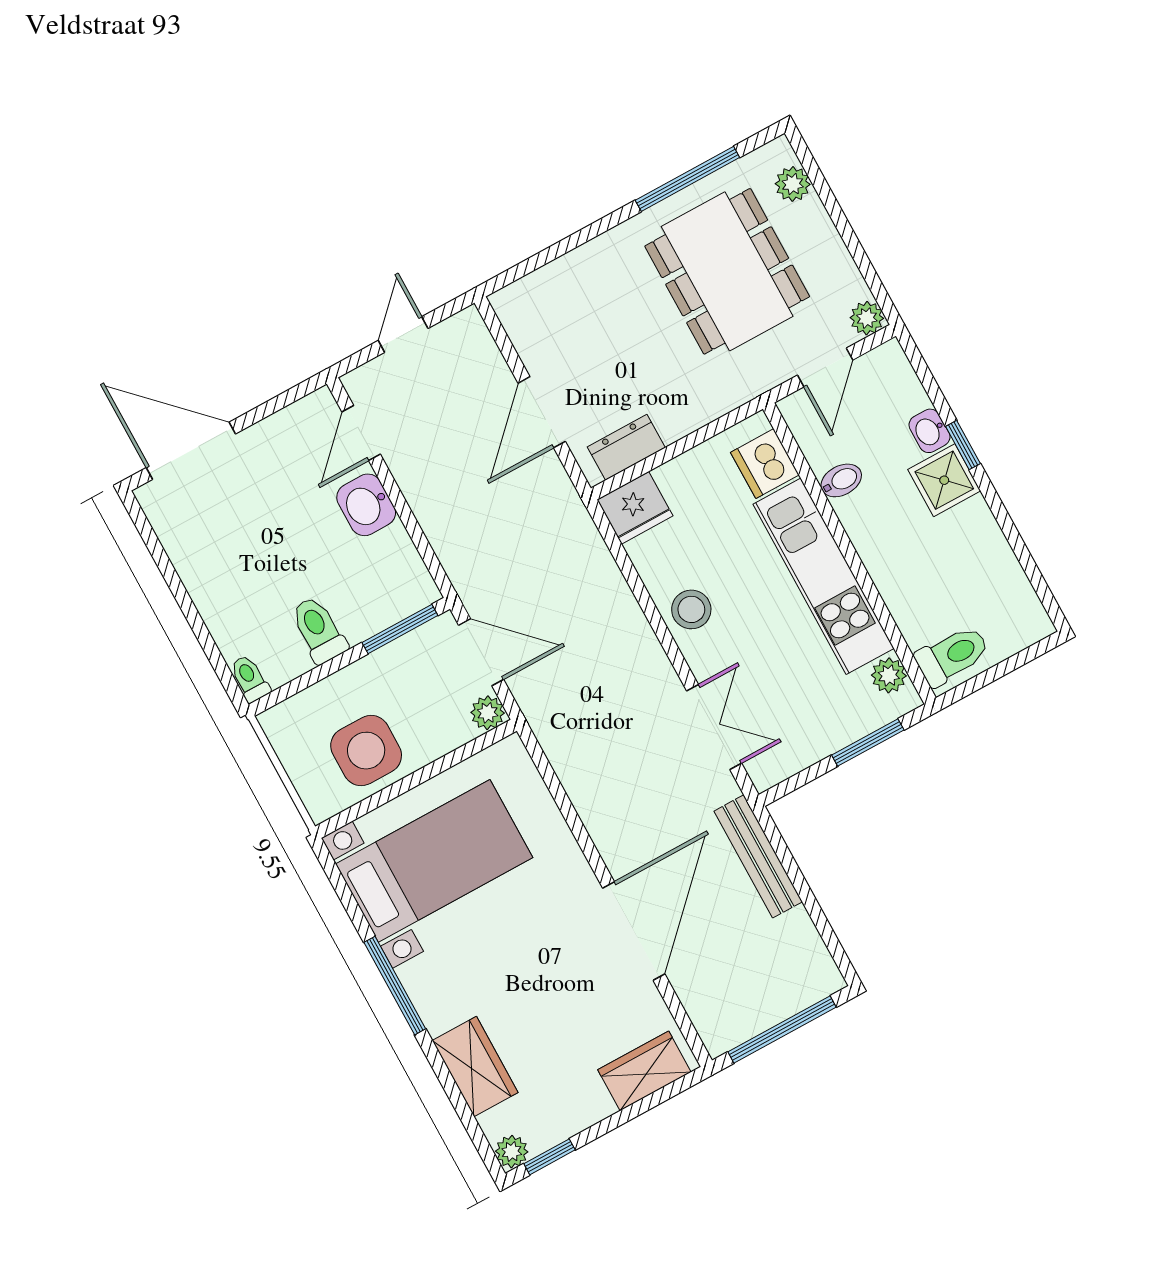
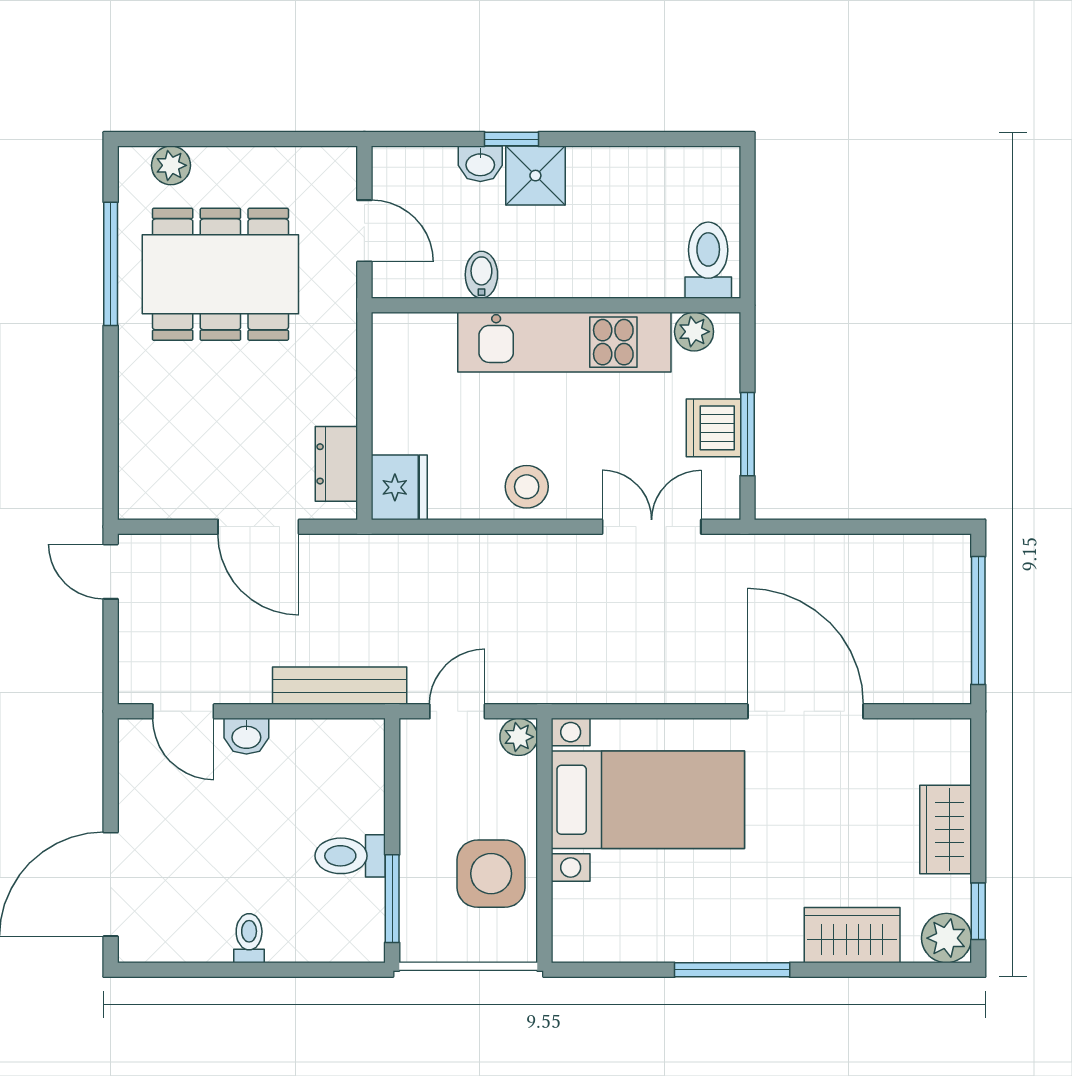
plant: (867, 318) -> (339, 165), removed
door: (403, 334) -> (111, 572), moved
dishwasher: (765, 464) -> (713, 428), moved, turned 90
washbasin: (366, 505) -> (246, 736), width x0.72, depth x0.69
window: (400, 629) -> (392, 899), moved
door: (481, 652) -> (457, 711), width x0.73
toilet: (250, 678) -> (249, 938), moved, turned 90
window: (868, 743) -> (747, 434), moved
bench: (758, 856) -> (340, 686), moved
bed with nightstands: (434, 861) -> (648, 800), moved, turned 90
wardrobe: (644, 1071) -> (946, 830), moved
plant: (512, 1152) -> (946, 938), width x1.38, depth x1.38

